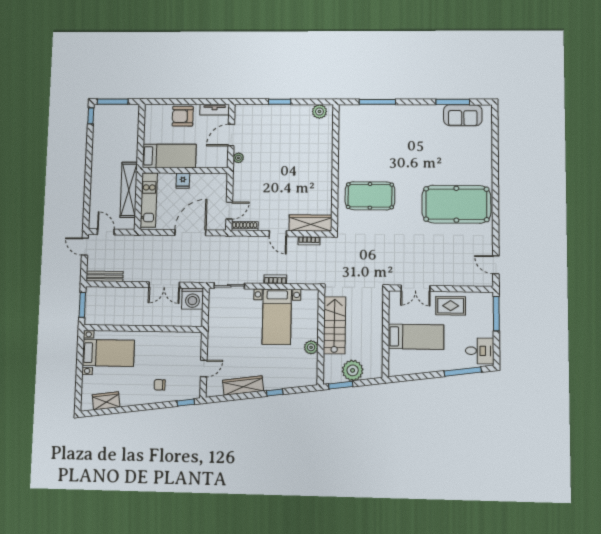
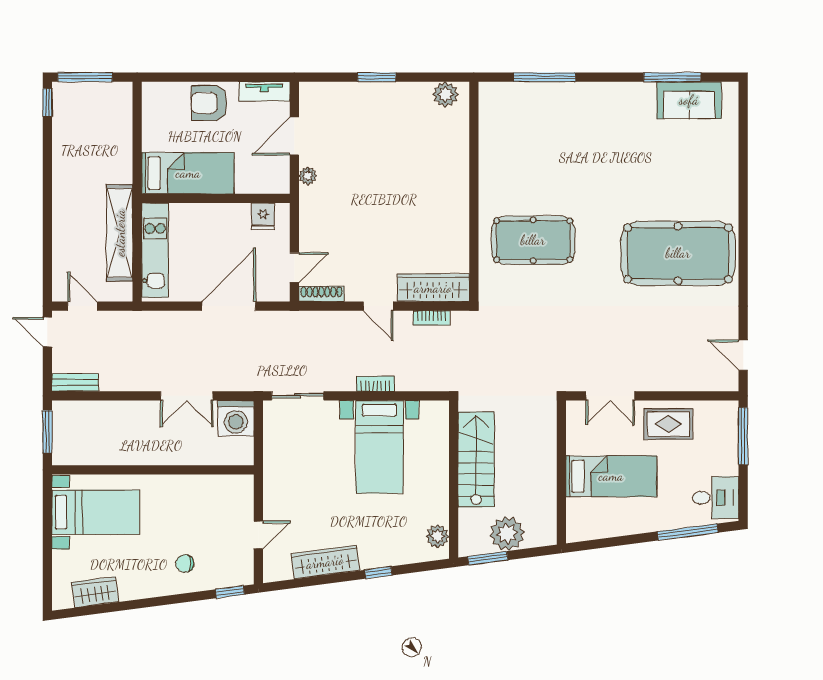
fridge: (183, 181) -> (263, 216), moved
bench: (105, 276) -> (75, 383), width x0.73
plant: (311, 347) -> (438, 536), moved

